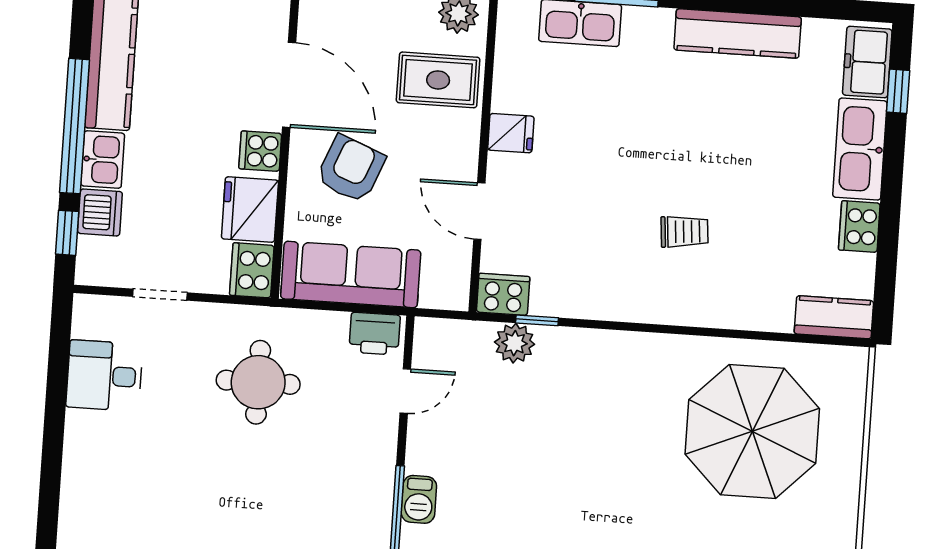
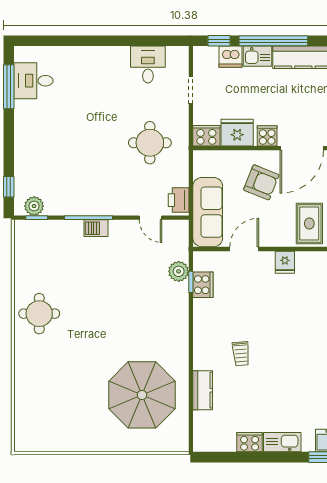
kitchen sink: (860, 149) -> (282, 442), width x0.73, depth x0.81
sofa: (351, 274) -> (208, 212), moved
cooker: (503, 294) -> (203, 285), moved
kitchen counter: (834, 317) -> (203, 390), moved

